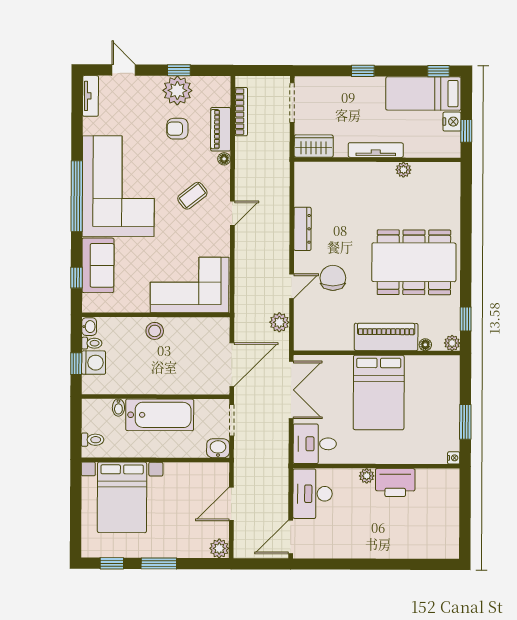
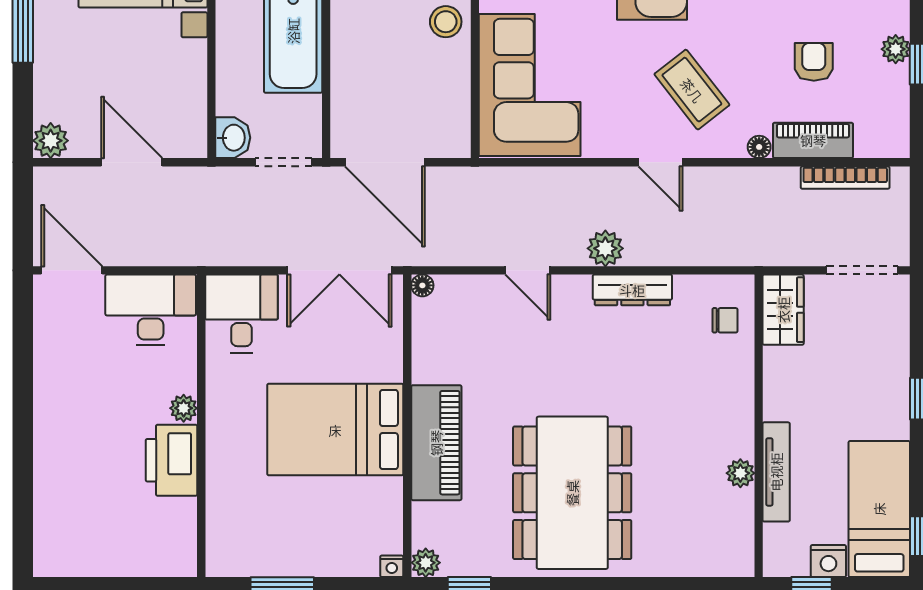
plant: (177, 90) -> (896, 49), width x0.53, depth x0.53
tv unit: (376, 150) -> (776, 472), moved
coffee table: (192, 196) -> (692, 90), width x1.36, depth x1.30
chair: (333, 278) -> (725, 320), moved, width x0.54, depth x0.54
plant: (279, 322) -> (605, 248), moved
floor lamp: (425, 345) -> (422, 285), moved
nightstand: (454, 458) -> (392, 566), moved

